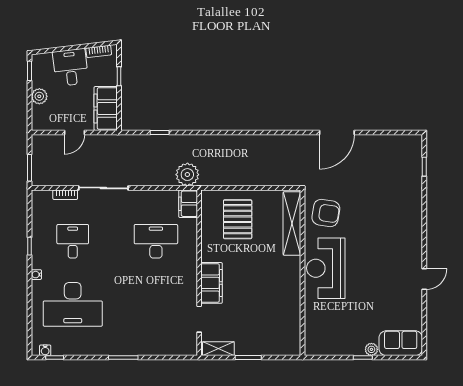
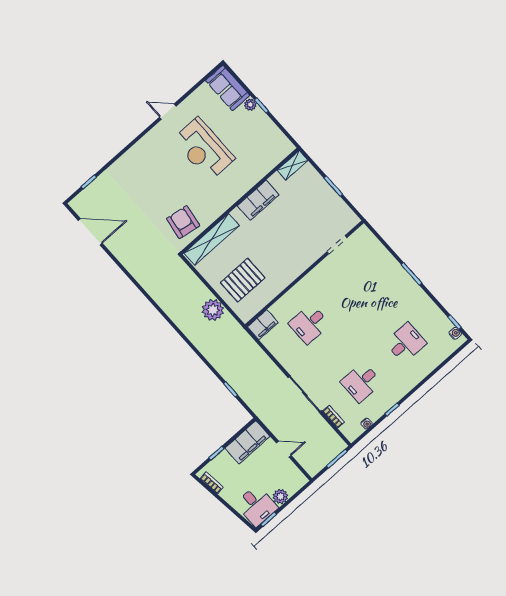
desk: (71, 67) -> (257, 506), moved, turned -83
door: (337, 132) -> (90, 232), moved
plant: (187, 175) -> (213, 310), moved
desk: (156, 241) -> (309, 324), width x0.73
reception desk: (326, 268) -> (204, 149), moved, turned 90
water cooler: (36, 275) -> (367, 424), moved
filing cabinet: (212, 283) -> (258, 200), moved, turned 180
desk: (73, 304) -> (406, 343), width x0.53, depth x0.77
shelving: (218, 349) -> (293, 165), moved, turned 90

